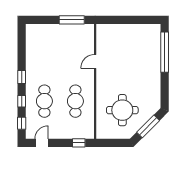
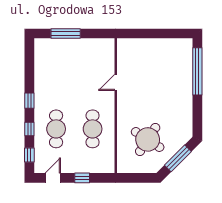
window: (72, 20) -> (66, 33), moved
round table: (122, 110) -> (148, 139), turned 33
window: (79, 143) -> (82, 178), moved

